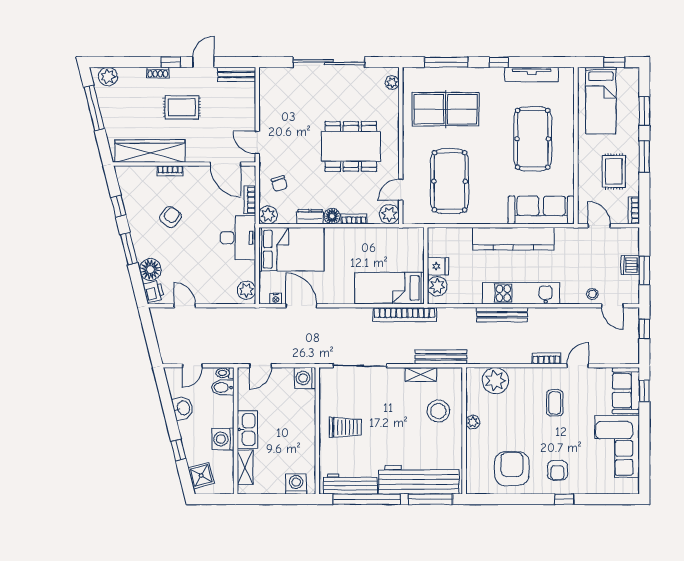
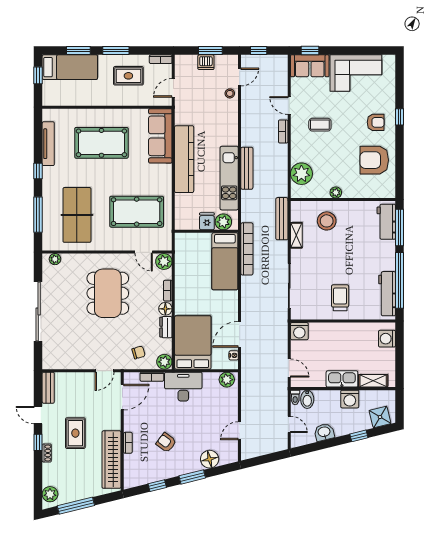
bed: (601, 101) -> (70, 67), moved
printer: (154, 291) -> (228, 456), removed
kitchen unit: (521, 293) -> (229, 178), moved
workbench: (419, 480) -> (386, 222), width x0.53, depth x0.76

